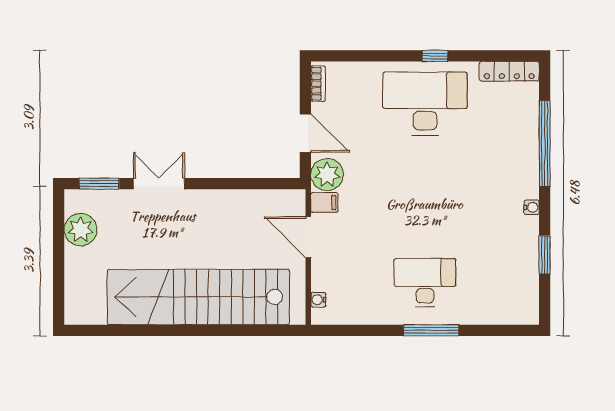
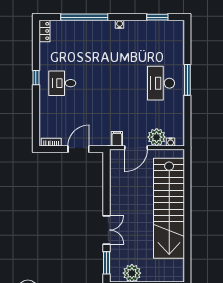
locker: (509, 71) -> (44, 31), width x0.66
desk: (425, 104) -> (62, 83), width x0.53, depth x0.77
plant: (327, 174) -> (157, 137), moved
double door: (159, 184) -> (106, 230), swing flipped
window: (545, 255) -> (157, 17), moved

